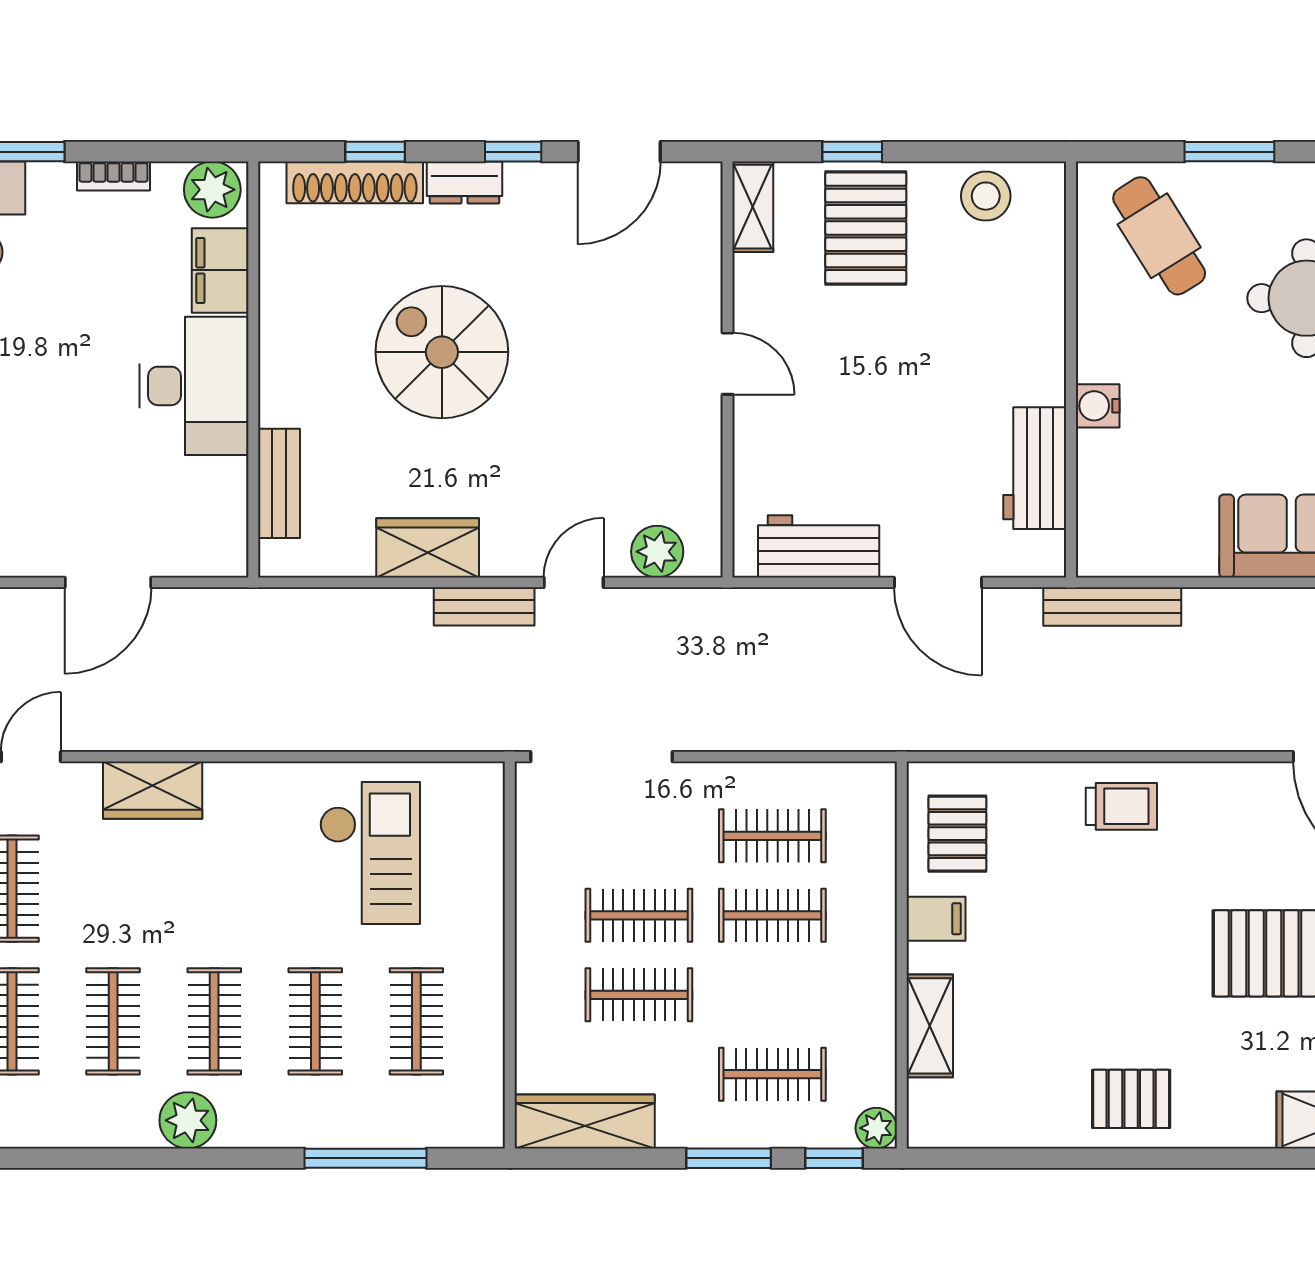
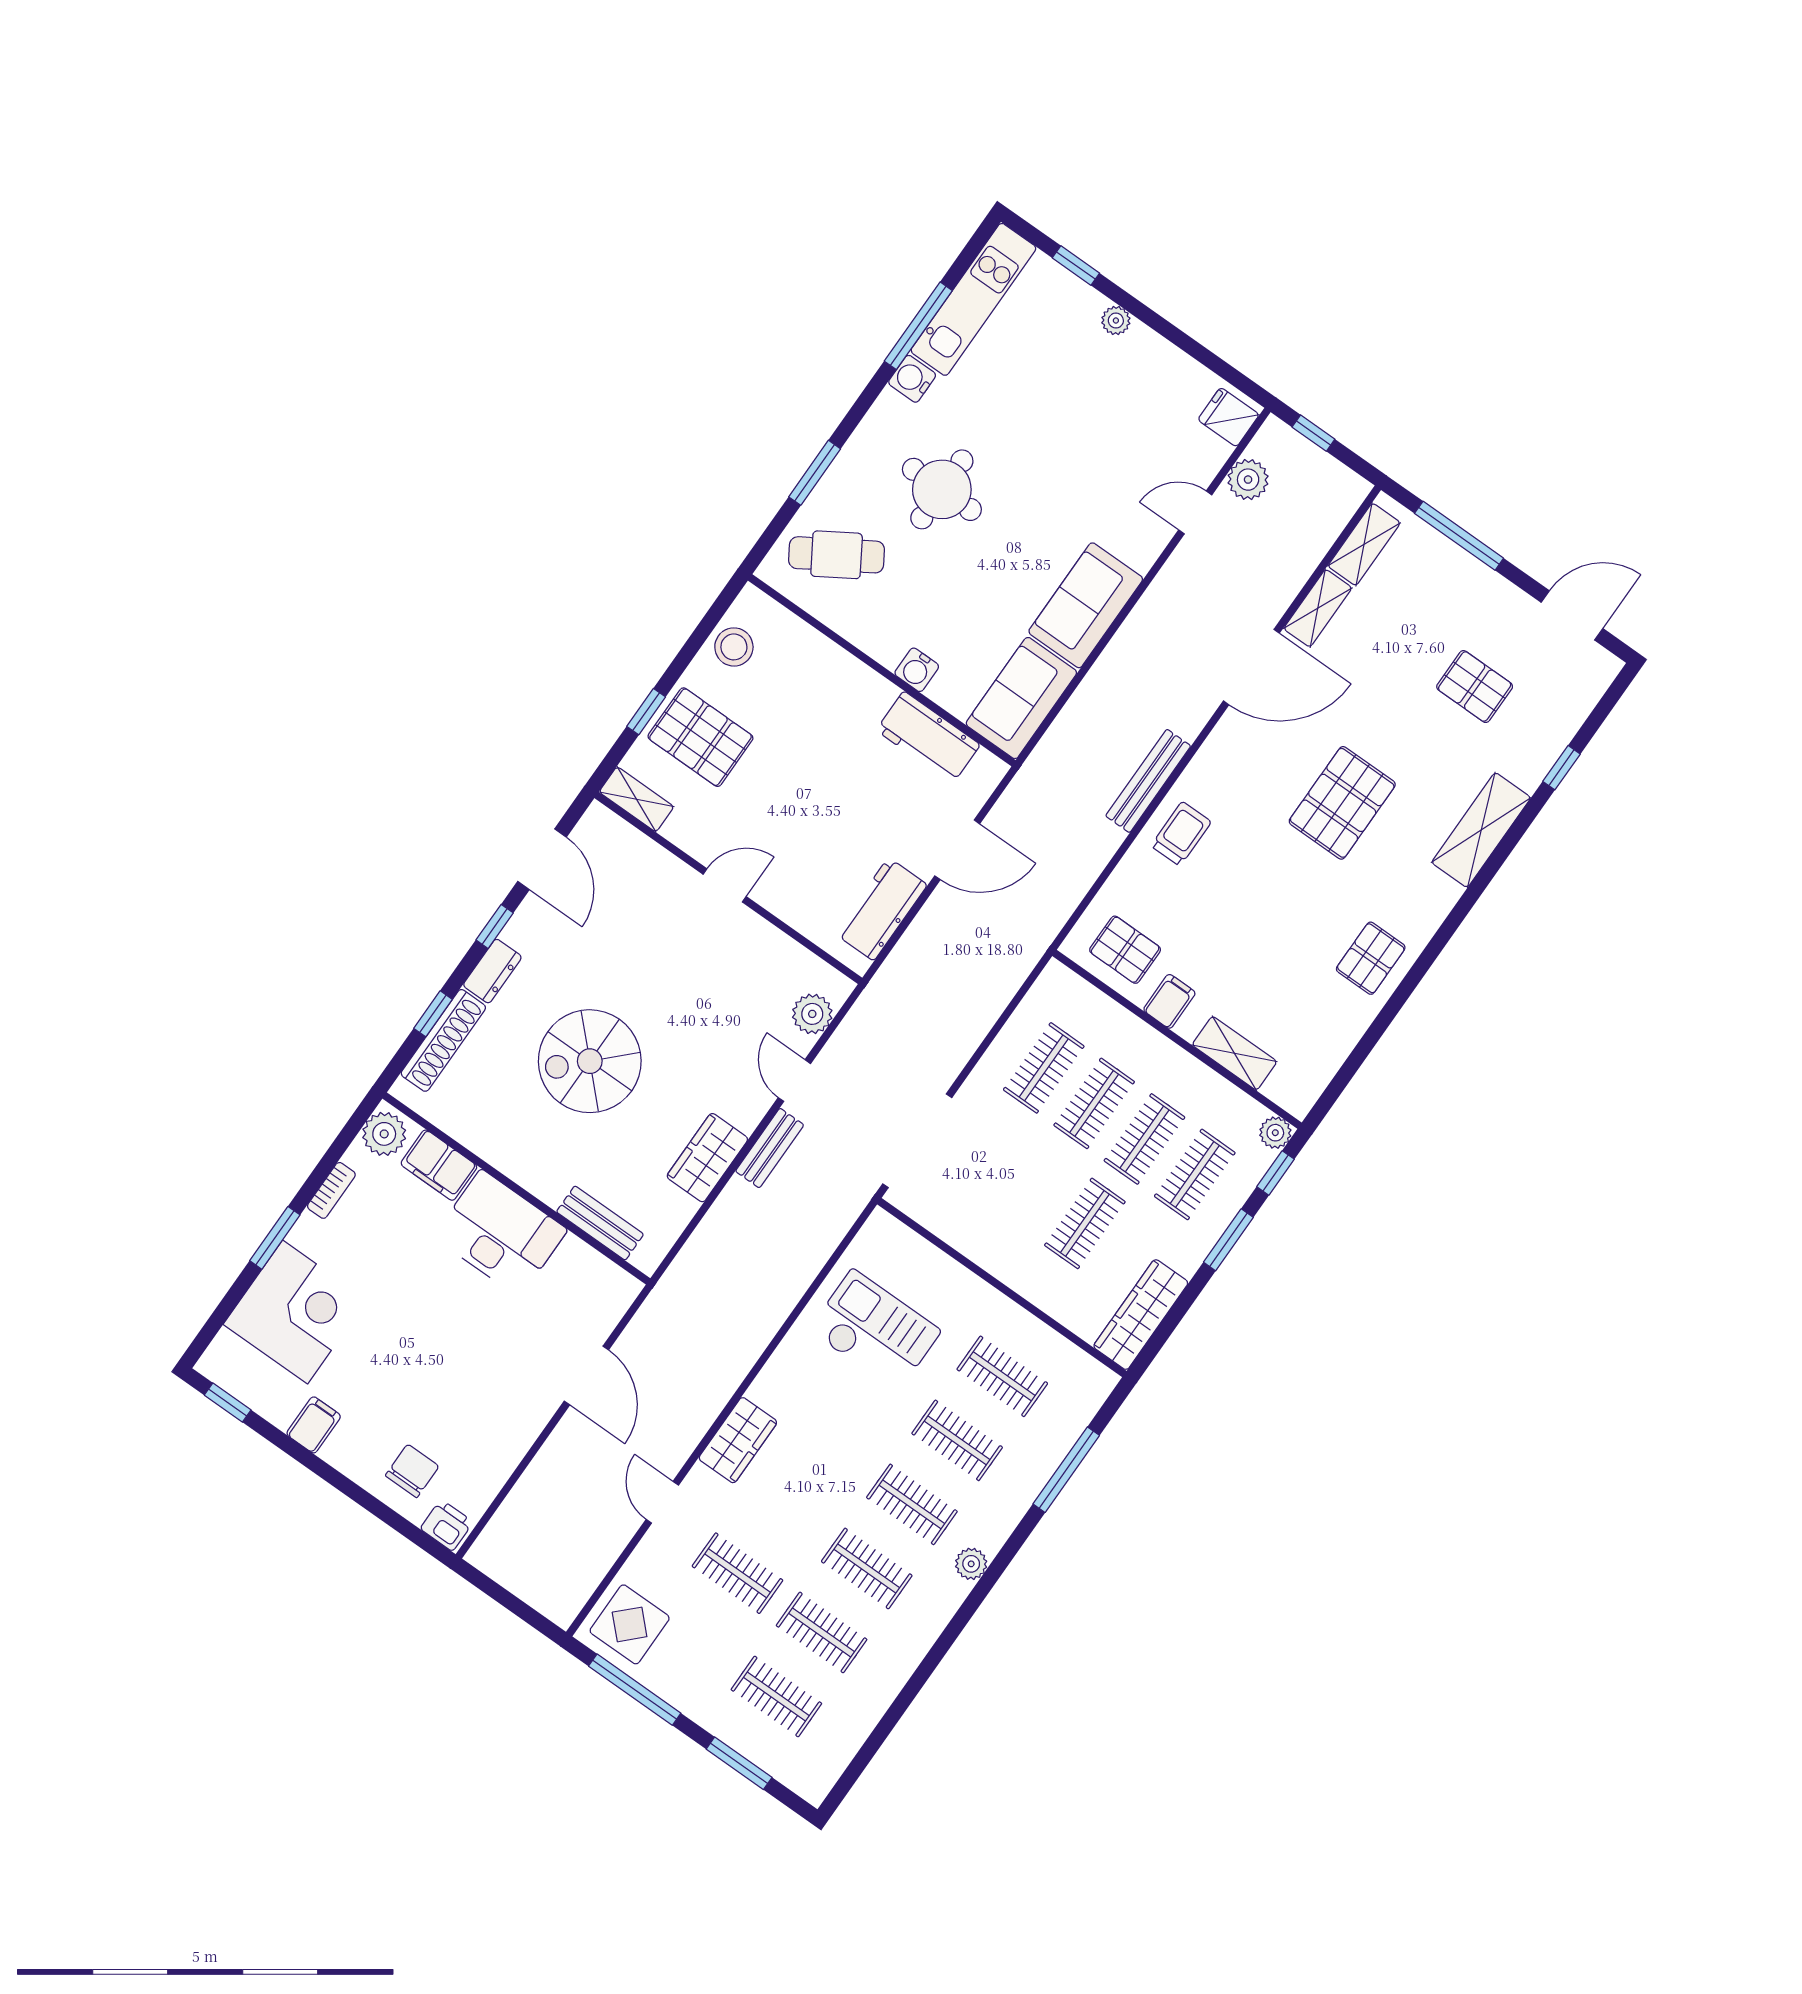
sofa: (1146, 537) -> (1021, 698), added
bench: (1112, 607) -> (1148, 781), moved
clothes rail: (639, 915) -> (1144, 1139), moved
plant: (188, 1120) -> (971, 1564), width x0.73, depth x0.73

